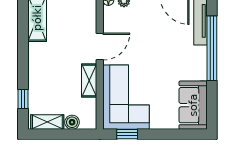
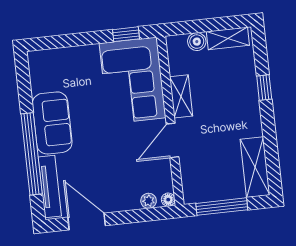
window: (23, 99) -> (264, 88), moved
sofa: (193, 105) -> (52, 123), moved

